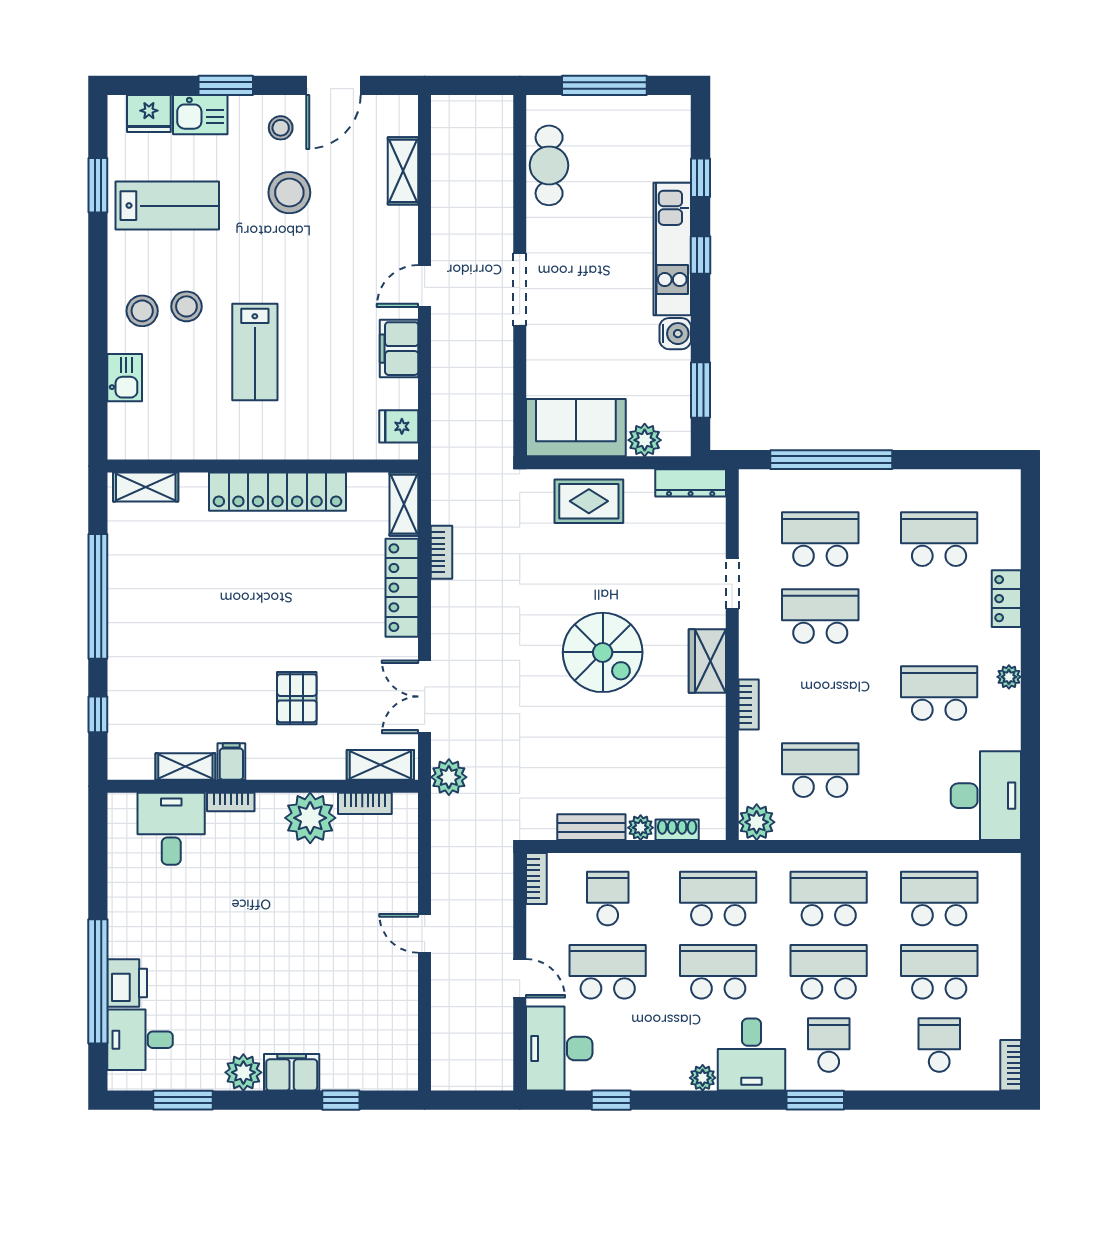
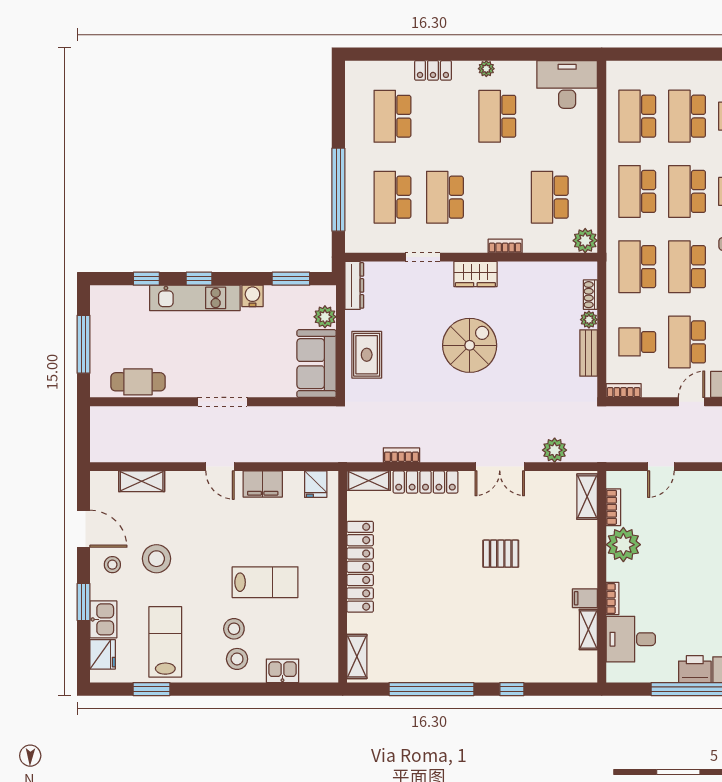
filing cabinet: (231, 762) -> (585, 598), moved
shelving: (380, 765) -> (587, 497), moved
shelving: (185, 767) -> (588, 630), moved
wall: (263, 786) -> (602, 577), moved
bookcase: (231, 802) -> (613, 599), moved
bookcase: (365, 803) -> (613, 507), moved
plant: (310, 818) -> (623, 545), moved
desk: (171, 829) -> (631, 639), moved

